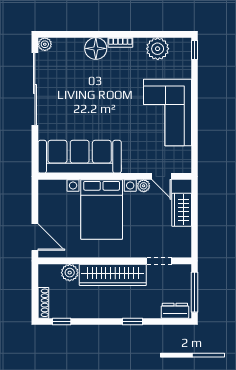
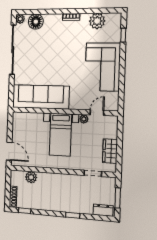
floor lamp: (96, 48) -> (36, 22), moved
window: (194, 50) -> (123, 35), moved
door: (162, 176) -> (97, 113), swing flipped
bed with nightstands: (102, 209) -> (60, 135), width x0.73
wardrobe: (182, 210) -> (110, 151), moved
wardrobe: (113, 275) -> (60, 181), removed
window: (194, 292) -> (118, 198), width x0.69

